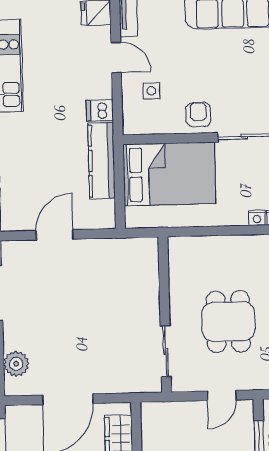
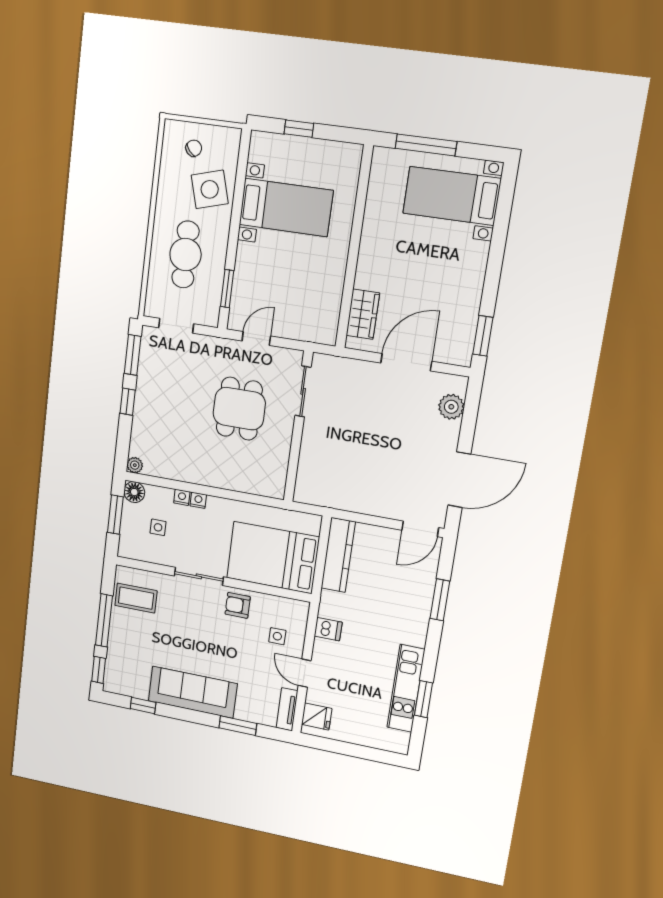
armchair: (198, 115) -> (238, 605), turned 90
kitchen counter: (102, 161) -> (338, 555), moved
door: (55, 235) -> (420, 529), moved

